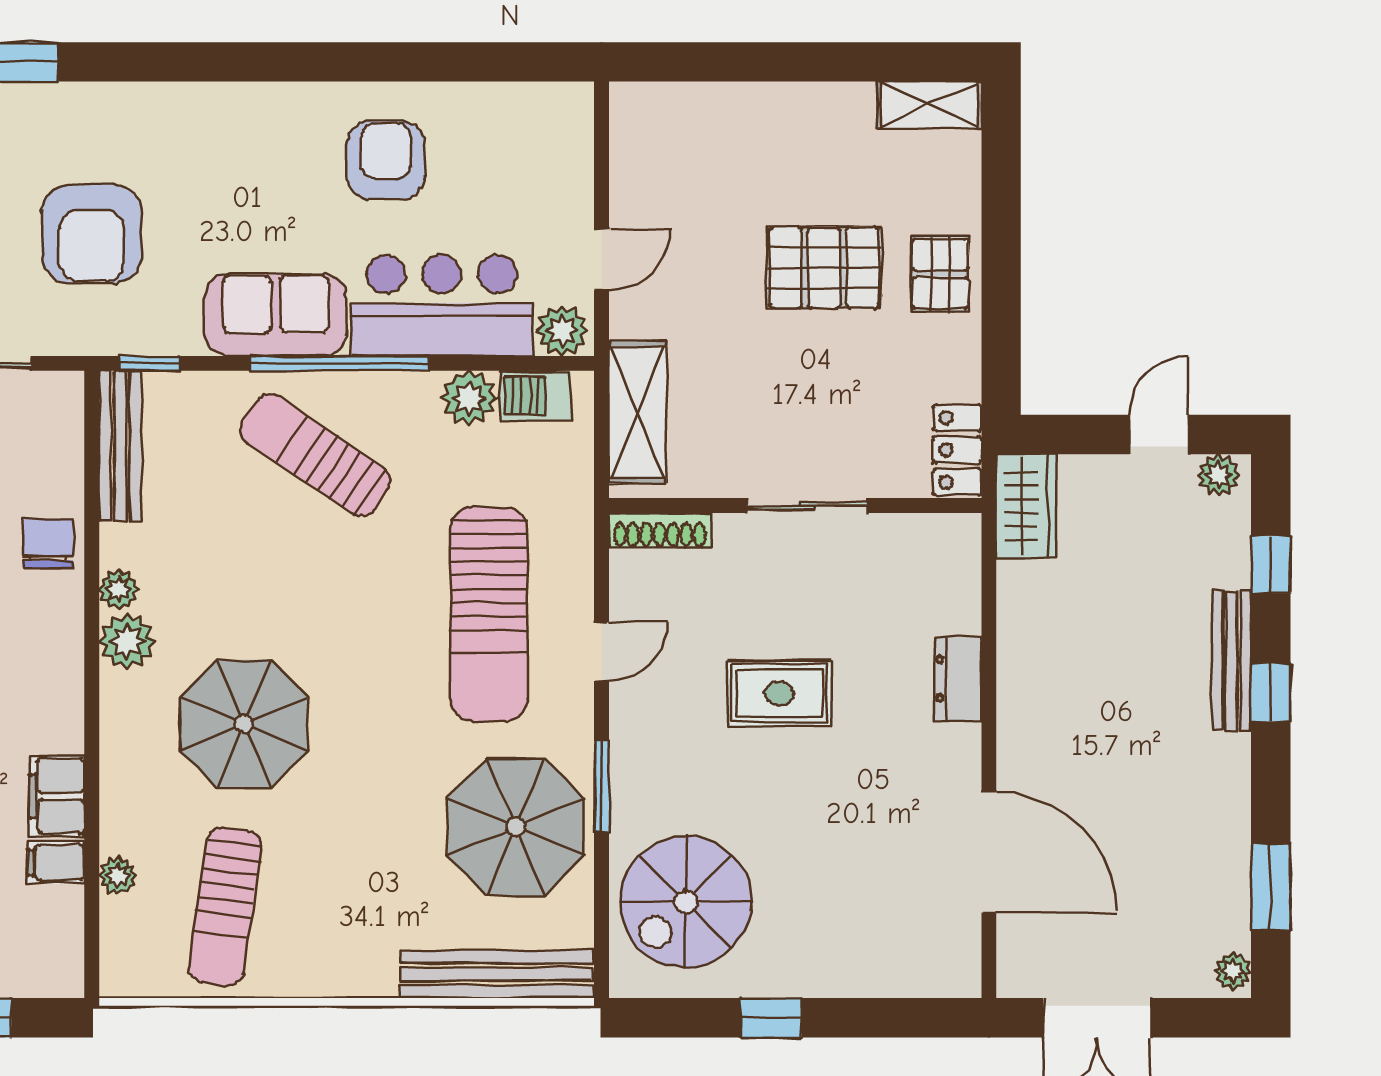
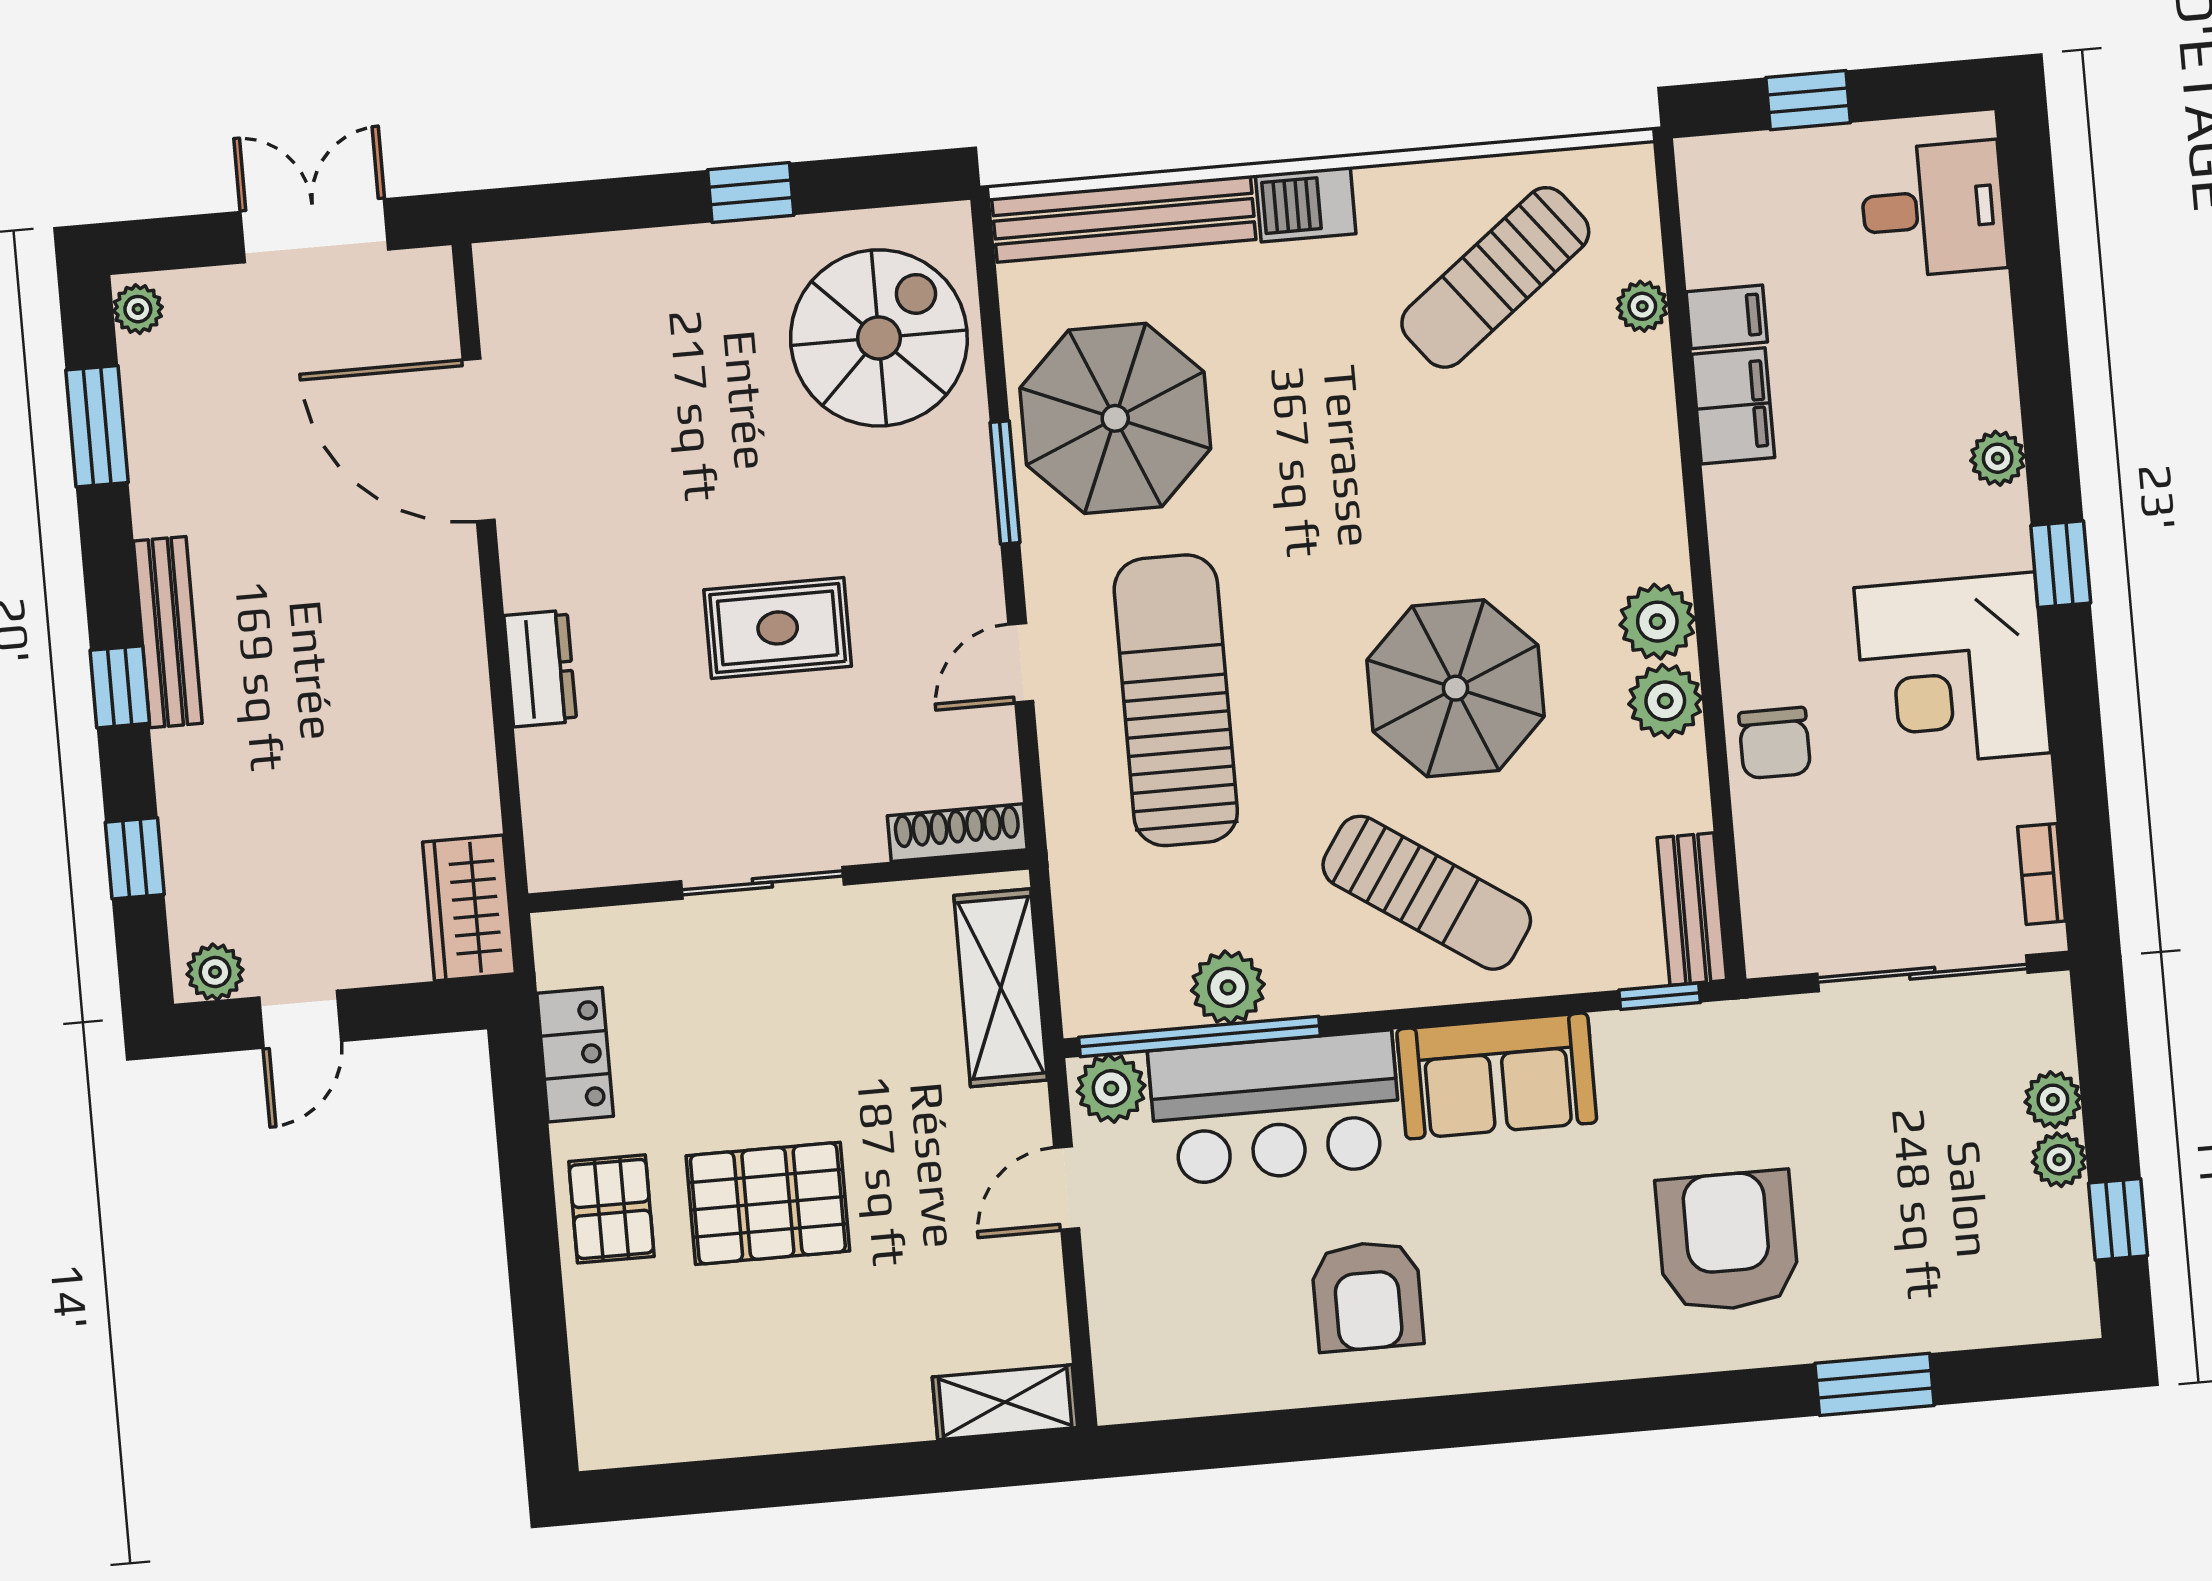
shelving: (929, 105) -> (1005, 1402), moved
armchair: (92, 234) -> (1727, 1241), moved
window: (340, 363) -> (1199, 1036), moved
barbecue: (536, 396) -> (1306, 204), moved, turned 180
bench: (120, 446) -> (1692, 909), width x0.73
locker: (957, 450) -> (575, 1055), moved
plant: (119, 589) -> (1665, 701), width x1.38, depth x1.38
bench: (1232, 661) -> (168, 632), moved
parasol: (244, 724) -> (1455, 688), moved
sun lounger: (225, 907) -> (1495, 277), turned -136

